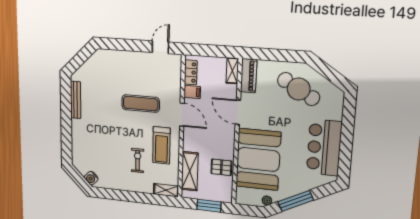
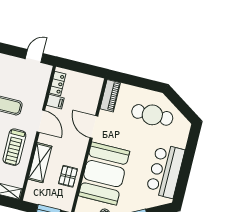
shelving: (232, 71) -> (96, 89), removed
cafe table: (299, 89) -> (152, 115), turned -30
pallet: (221, 167) -> (68, 176), turned 90
shelving: (190, 171) -> (40, 163), moved

